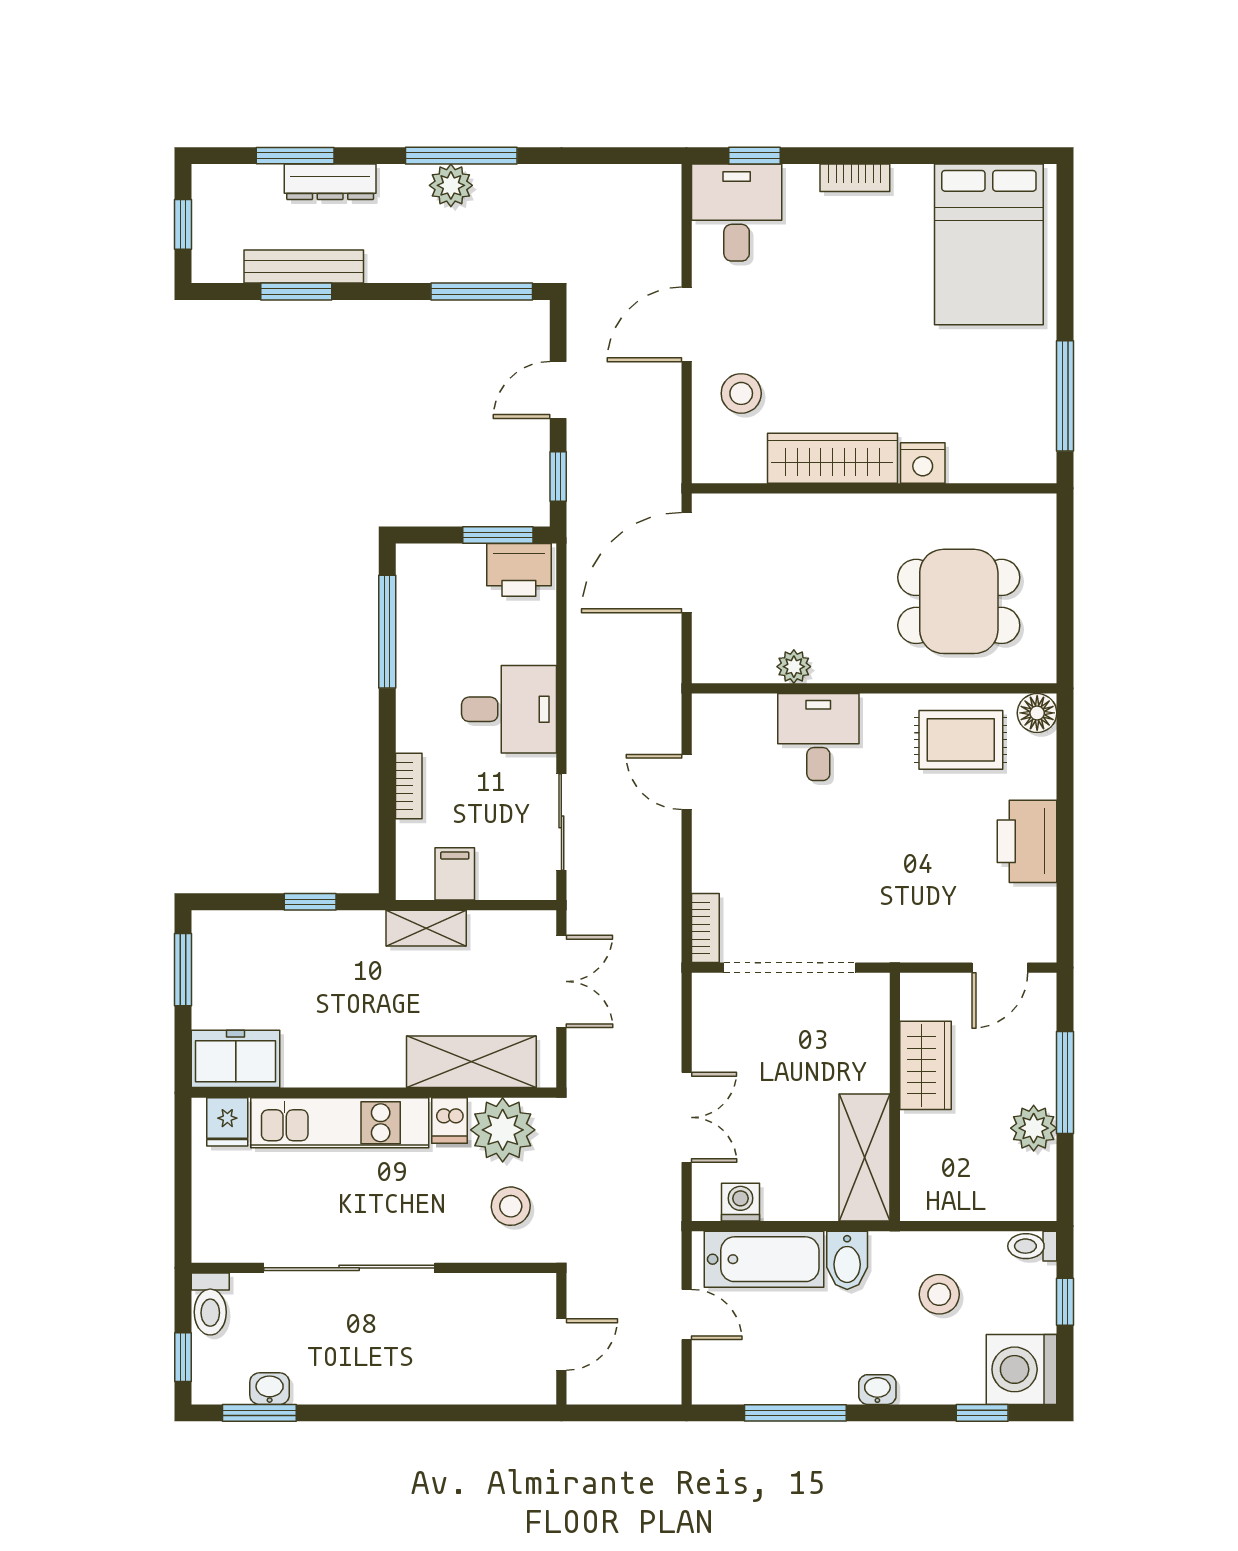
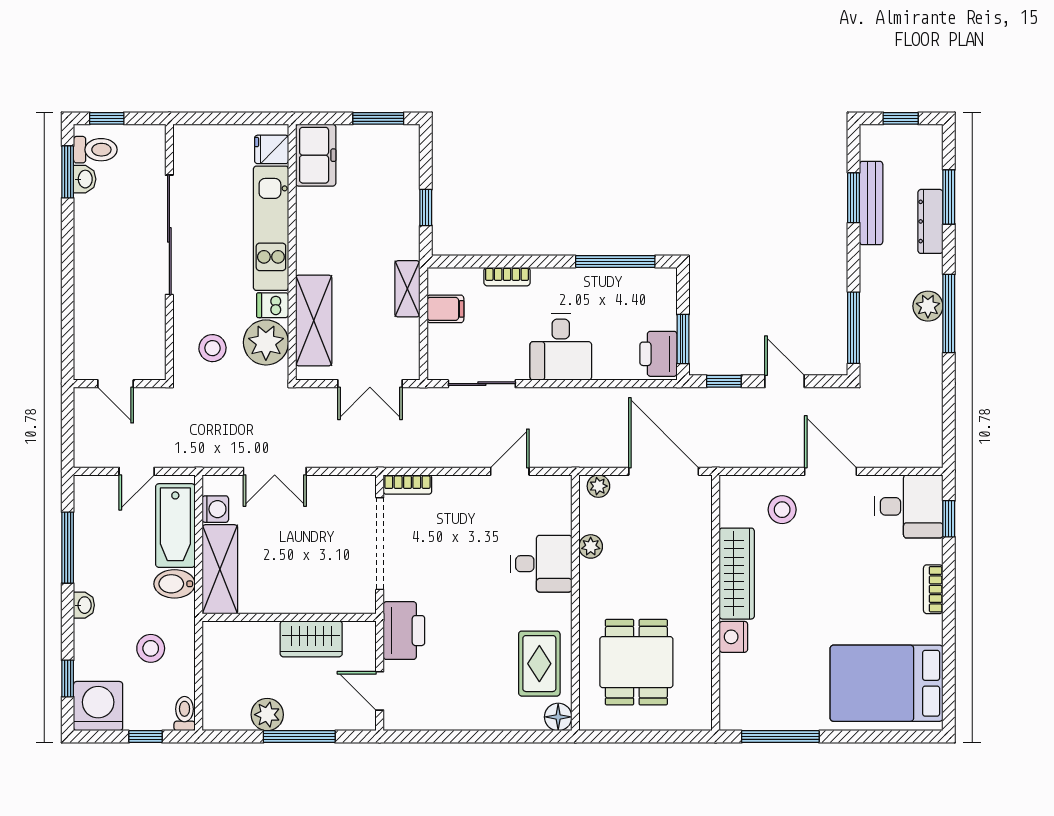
plant: (708, 656) -> (598, 486), added
printer: (1027, 841) -> (404, 631), moved, turned 90
shelving: (865, 1158) -> (220, 569), moved, turned 90
toilet: (210, 1304) -> (95, 150), moved, turned 180

